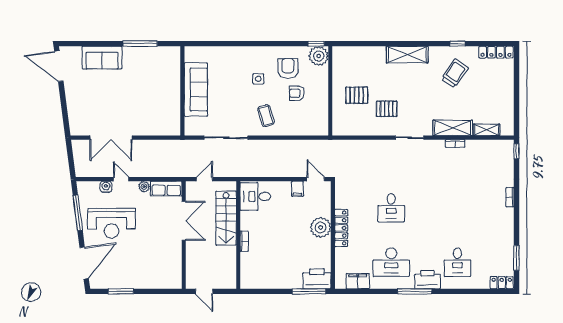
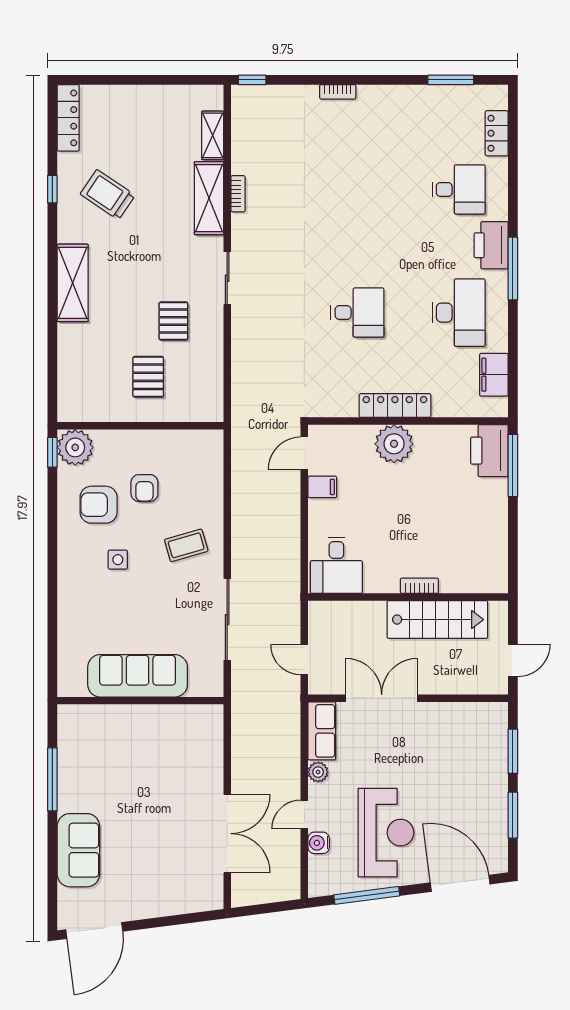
stairs: (226, 218) -> (437, 620), moved
locker: (502, 283) -> (497, 133), moved
window: (155, 291) -> (513, 751), added

